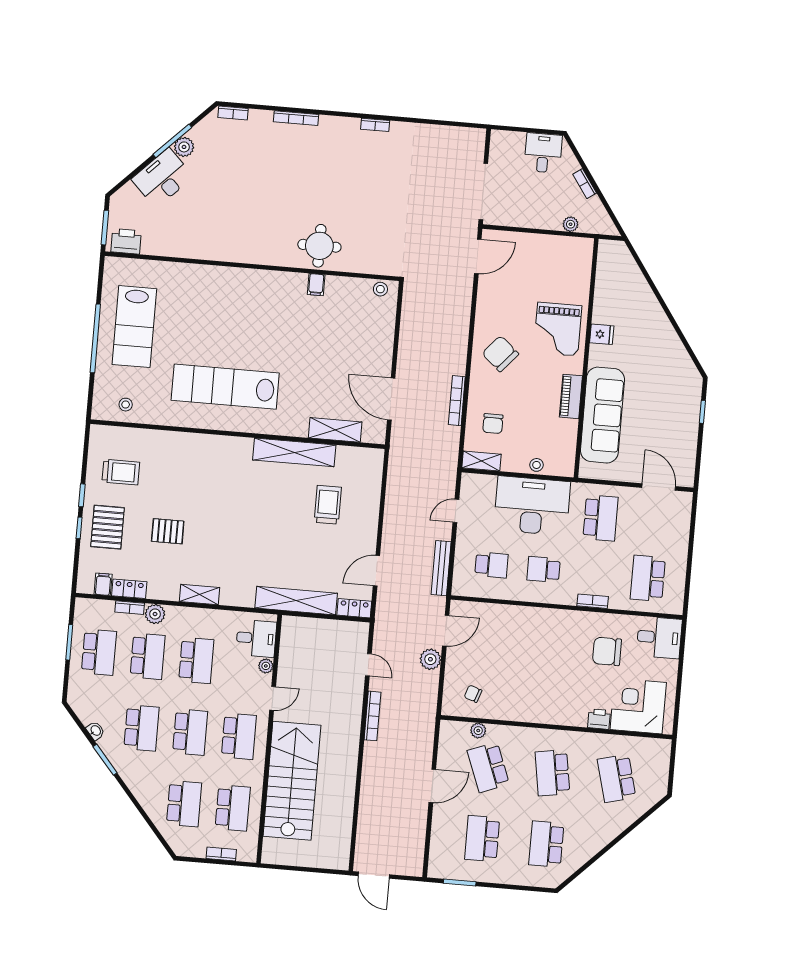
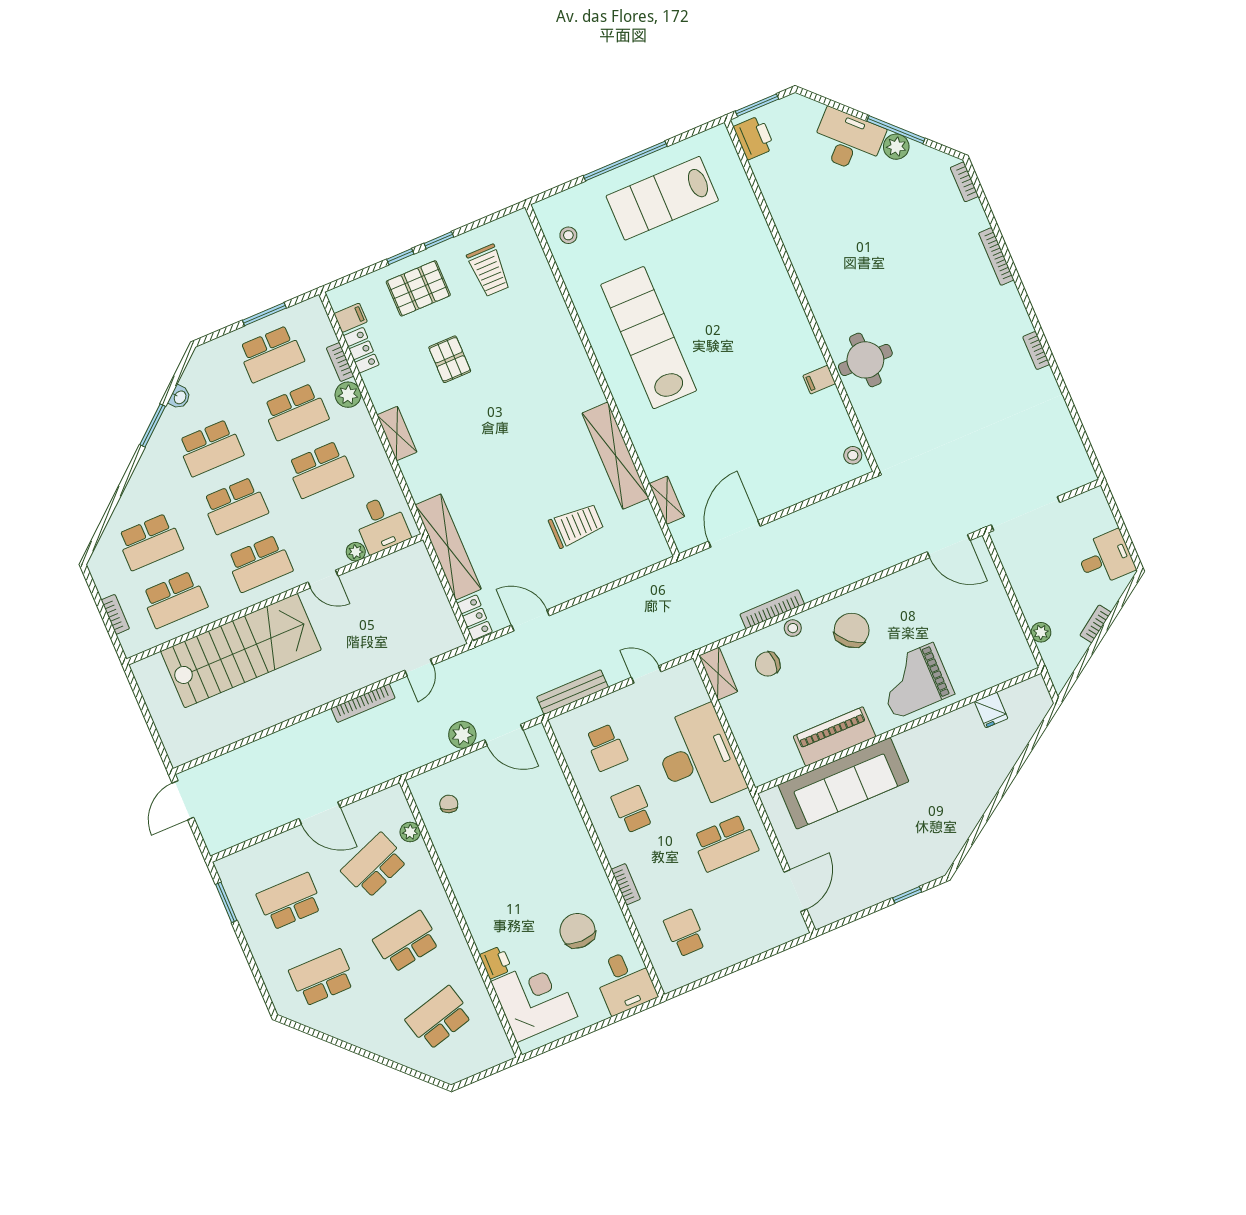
fridge: (602, 334) -> (991, 710), moved
piano: (571, 396) -> (834, 737), width x1.37, depth x1.33
shelving: (335, 430) -> (667, 500), width x0.67, depth x0.75
stool: (537, 465) -> (793, 628), moved
school desk: (648, 578) -> (685, 933), width x0.54

